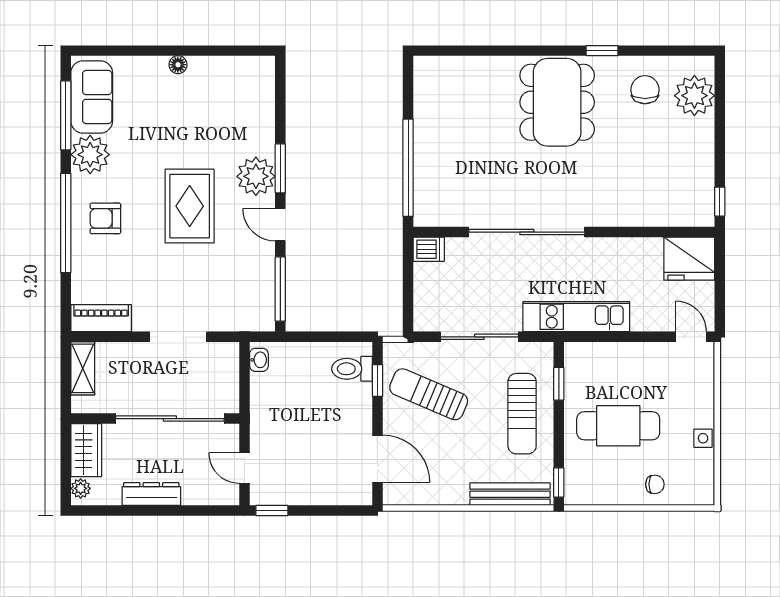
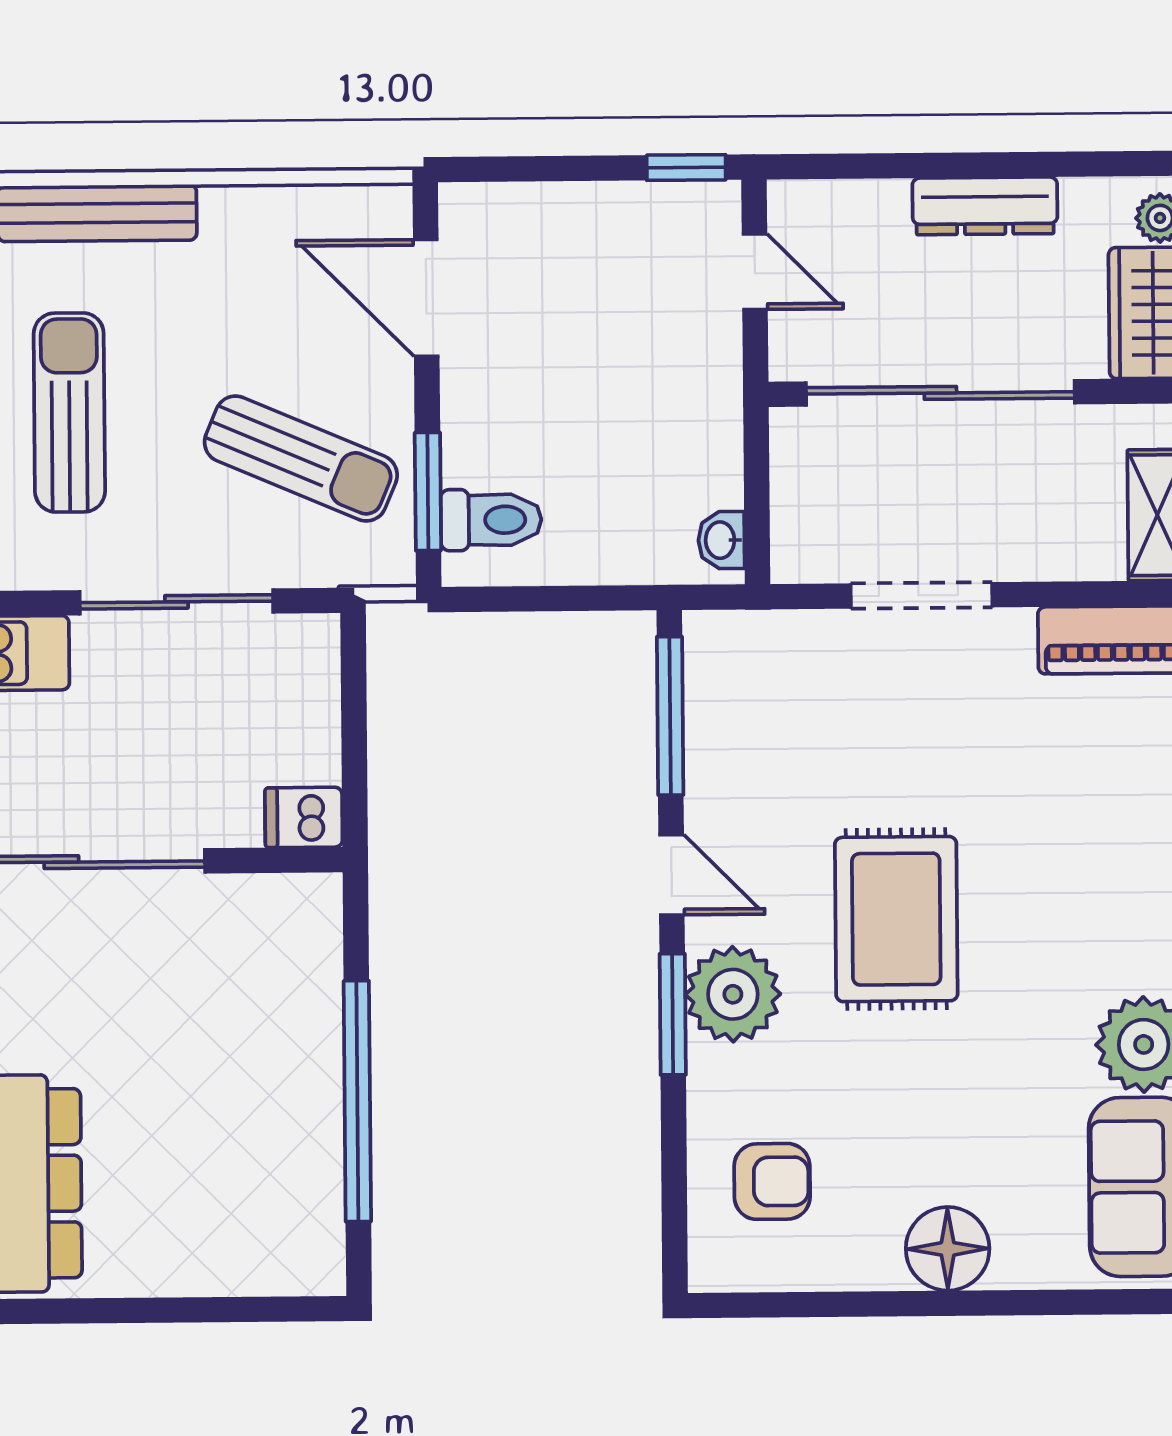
floor lamp: (178, 65) -> (948, 1249), width x1.89, depth x1.89
window: (408, 168) -> (357, 1101), moved
armchair: (105, 218) -> (772, 1181), moved
window: (377, 380) -> (428, 492), width x1.50

